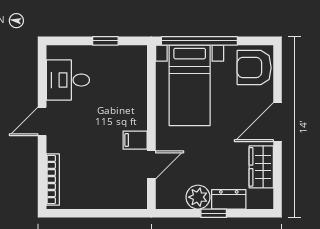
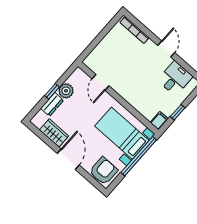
filing cabinet: (135, 140) -> (159, 121), moved

